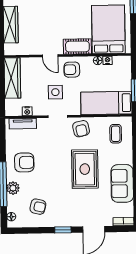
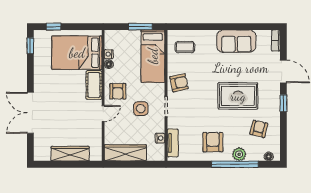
rug: (85, 169) -> (238, 96), moved

